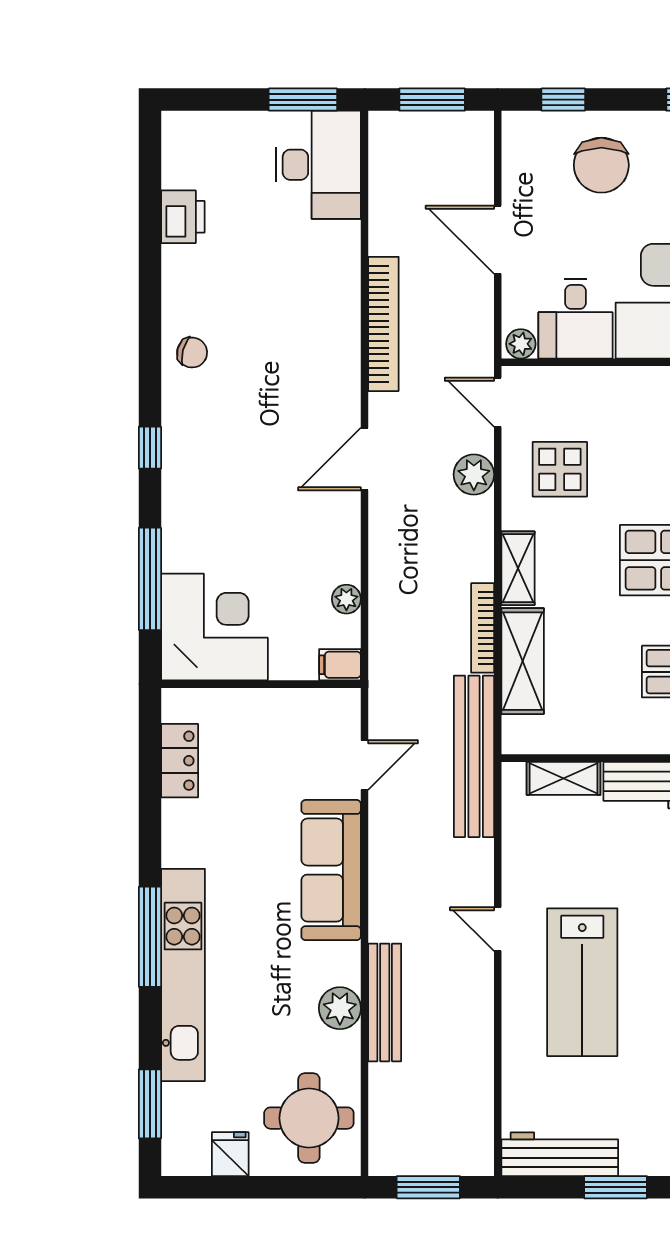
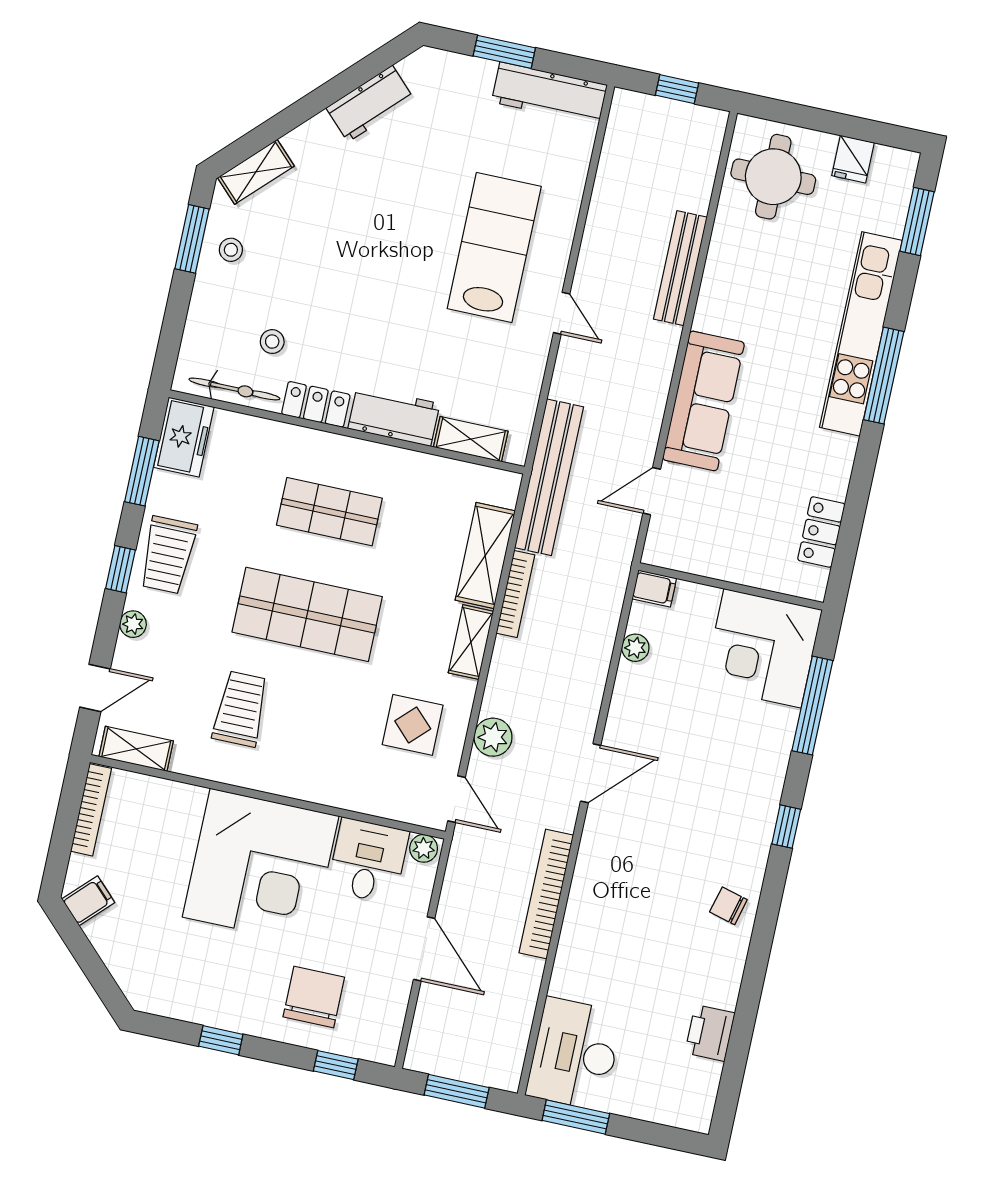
plant: (340, 1008) -> (723, 272), removed
window: (428, 1187) -> (677, 89), width x0.67

